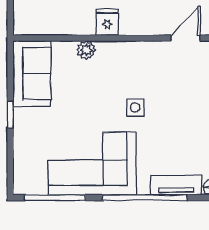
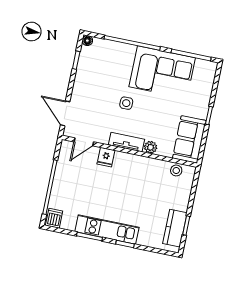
fridge: (107, 22) -> (106, 157), moved
stool: (42, 24) -> (176, 170), added
tv unit: (176, 185) -> (126, 142), moved, turned 180

